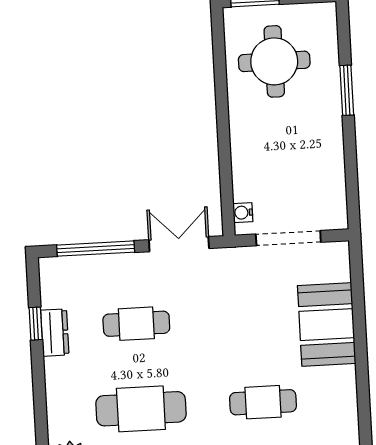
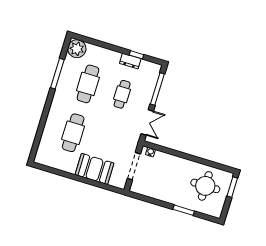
cafe table: (263, 402) -> (73, 133), width x1.37, depth x1.35

